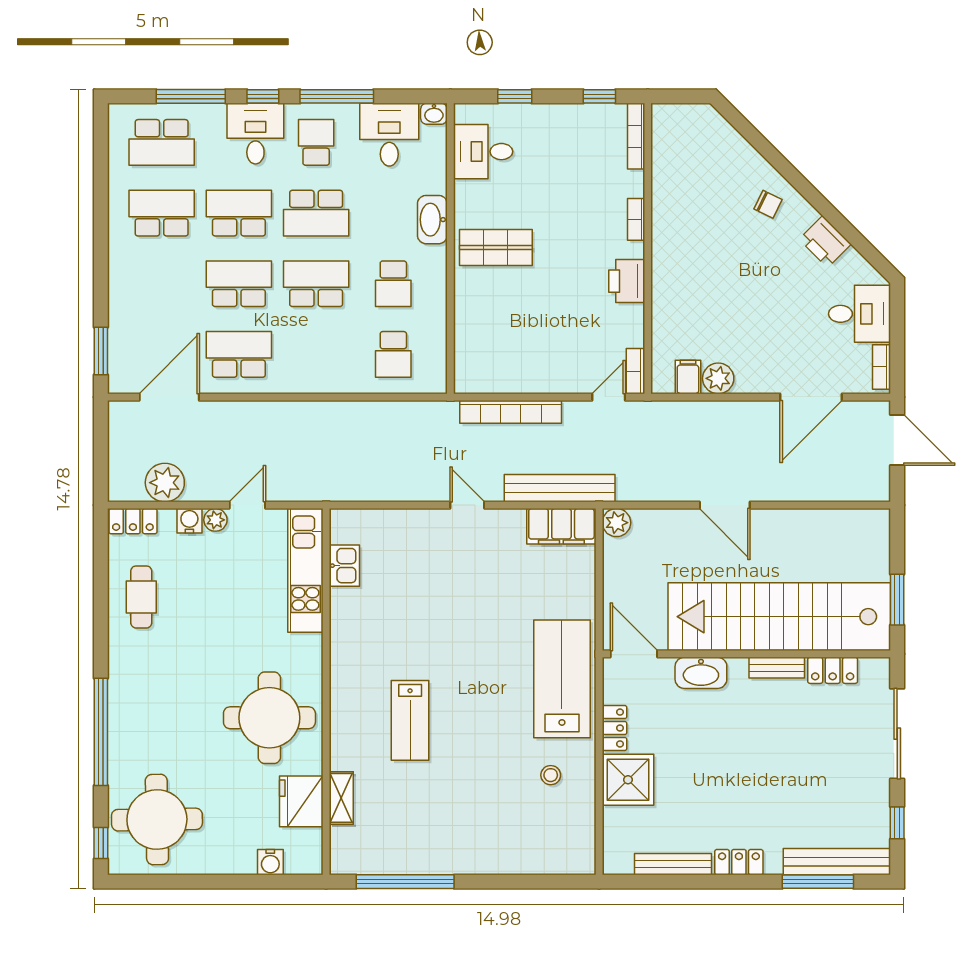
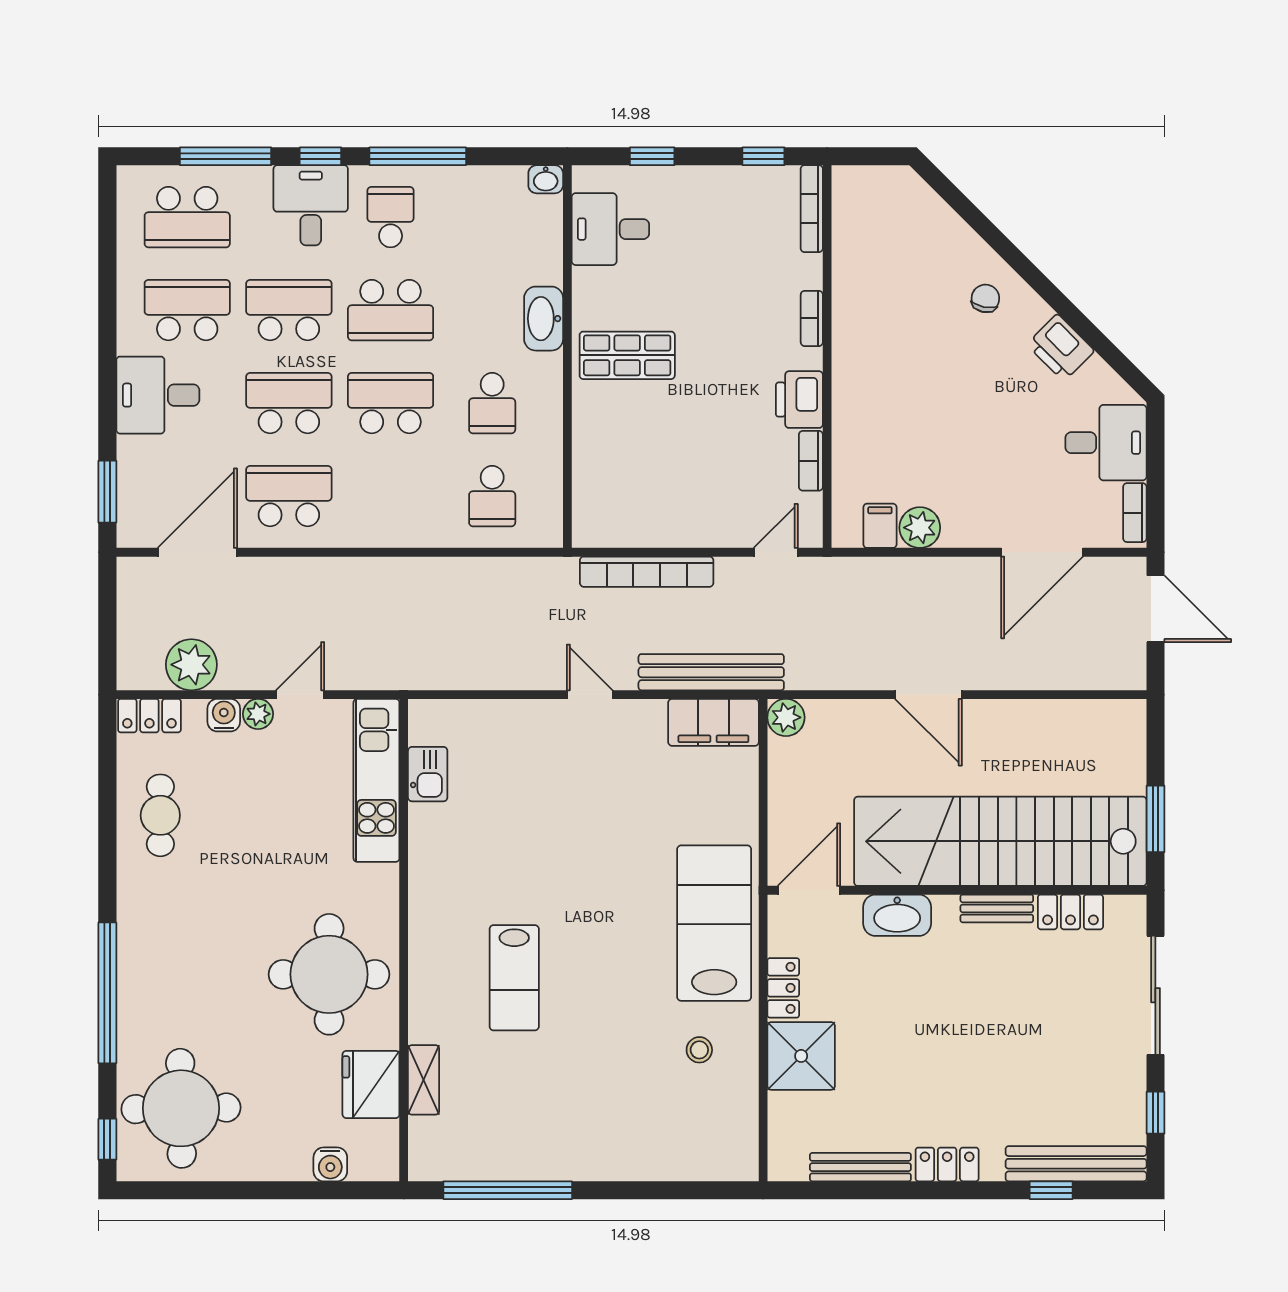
desk: (389, 135) -> (158, 395), moved, turned -90
chair: (768, 204) -> (985, 298), turned -104
bookcase: (635, 371) -> (811, 461), moved
door: (634, 654) -> (809, 890), hinge flipped
window: (818, 882) -> (1051, 1190), width x0.46

